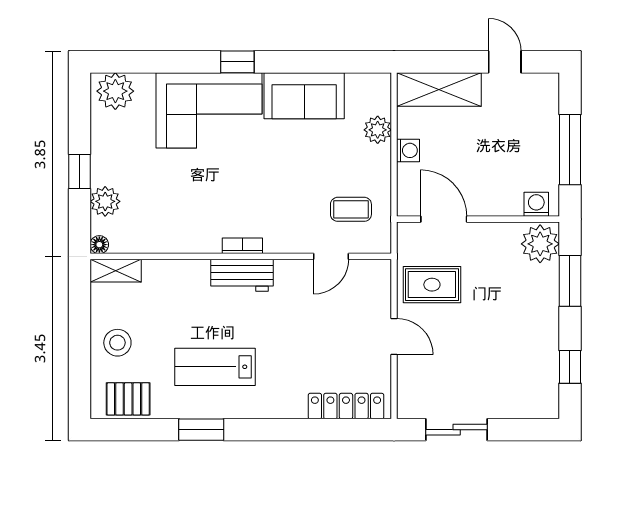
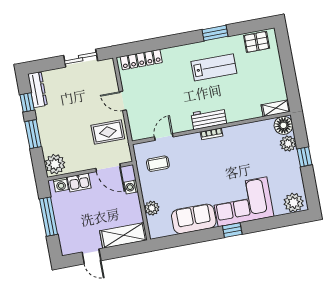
washing machine: (408, 150) -> (131, 187), moved
kitchen sink: (502, 202) -> (79, 182), added
floor lamp: (99, 245) -> (283, 125), width x1.89, depth x1.89
window: (570, 281) -> (33, 134), moved
stool: (117, 343) -> (268, 70), removed
dresser: (547, 387) -> (37, 90), added

